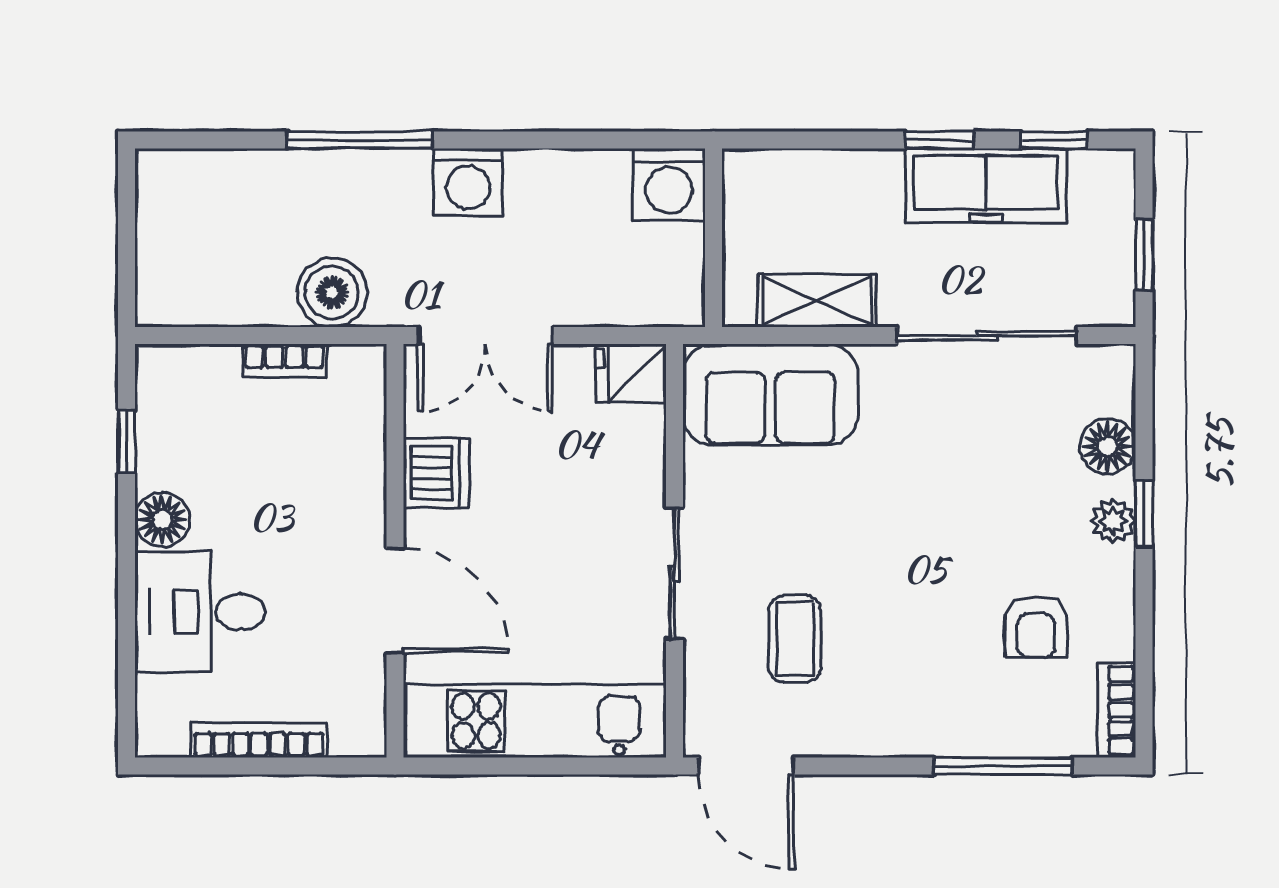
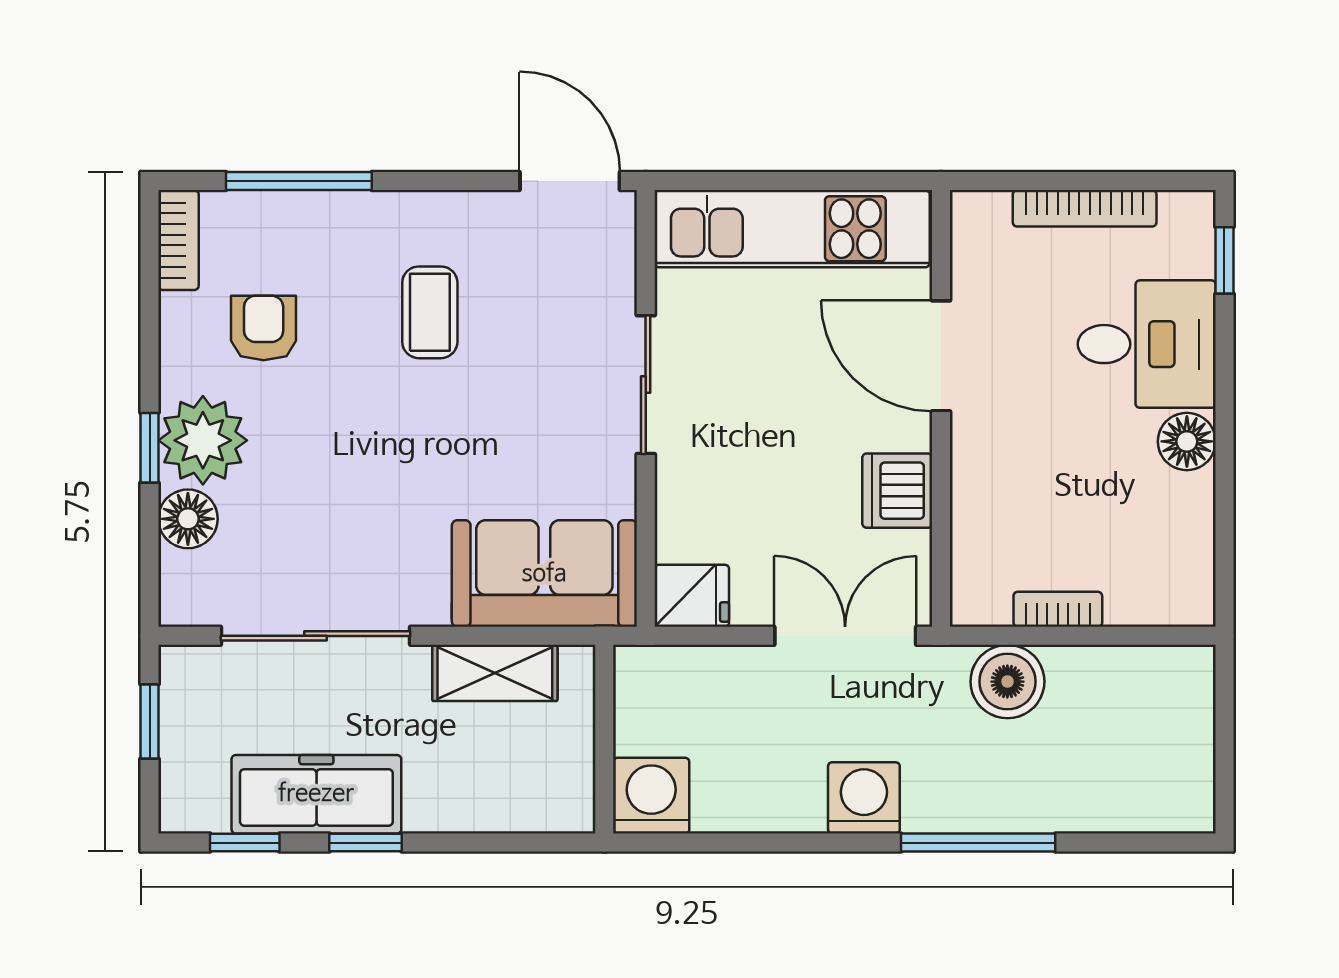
window: (127, 442) -> (1224, 260), moved
plant: (1113, 521) -> (203, 440), width x1.87, depth x1.87
coffee table: (795, 639) -> (430, 312), moved

